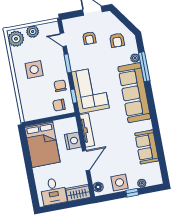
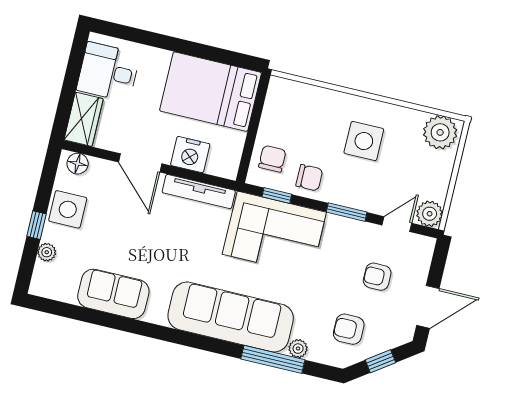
window: (125, 21) -> (380, 361), added
plant: (33, 32) -> (430, 214), moved

